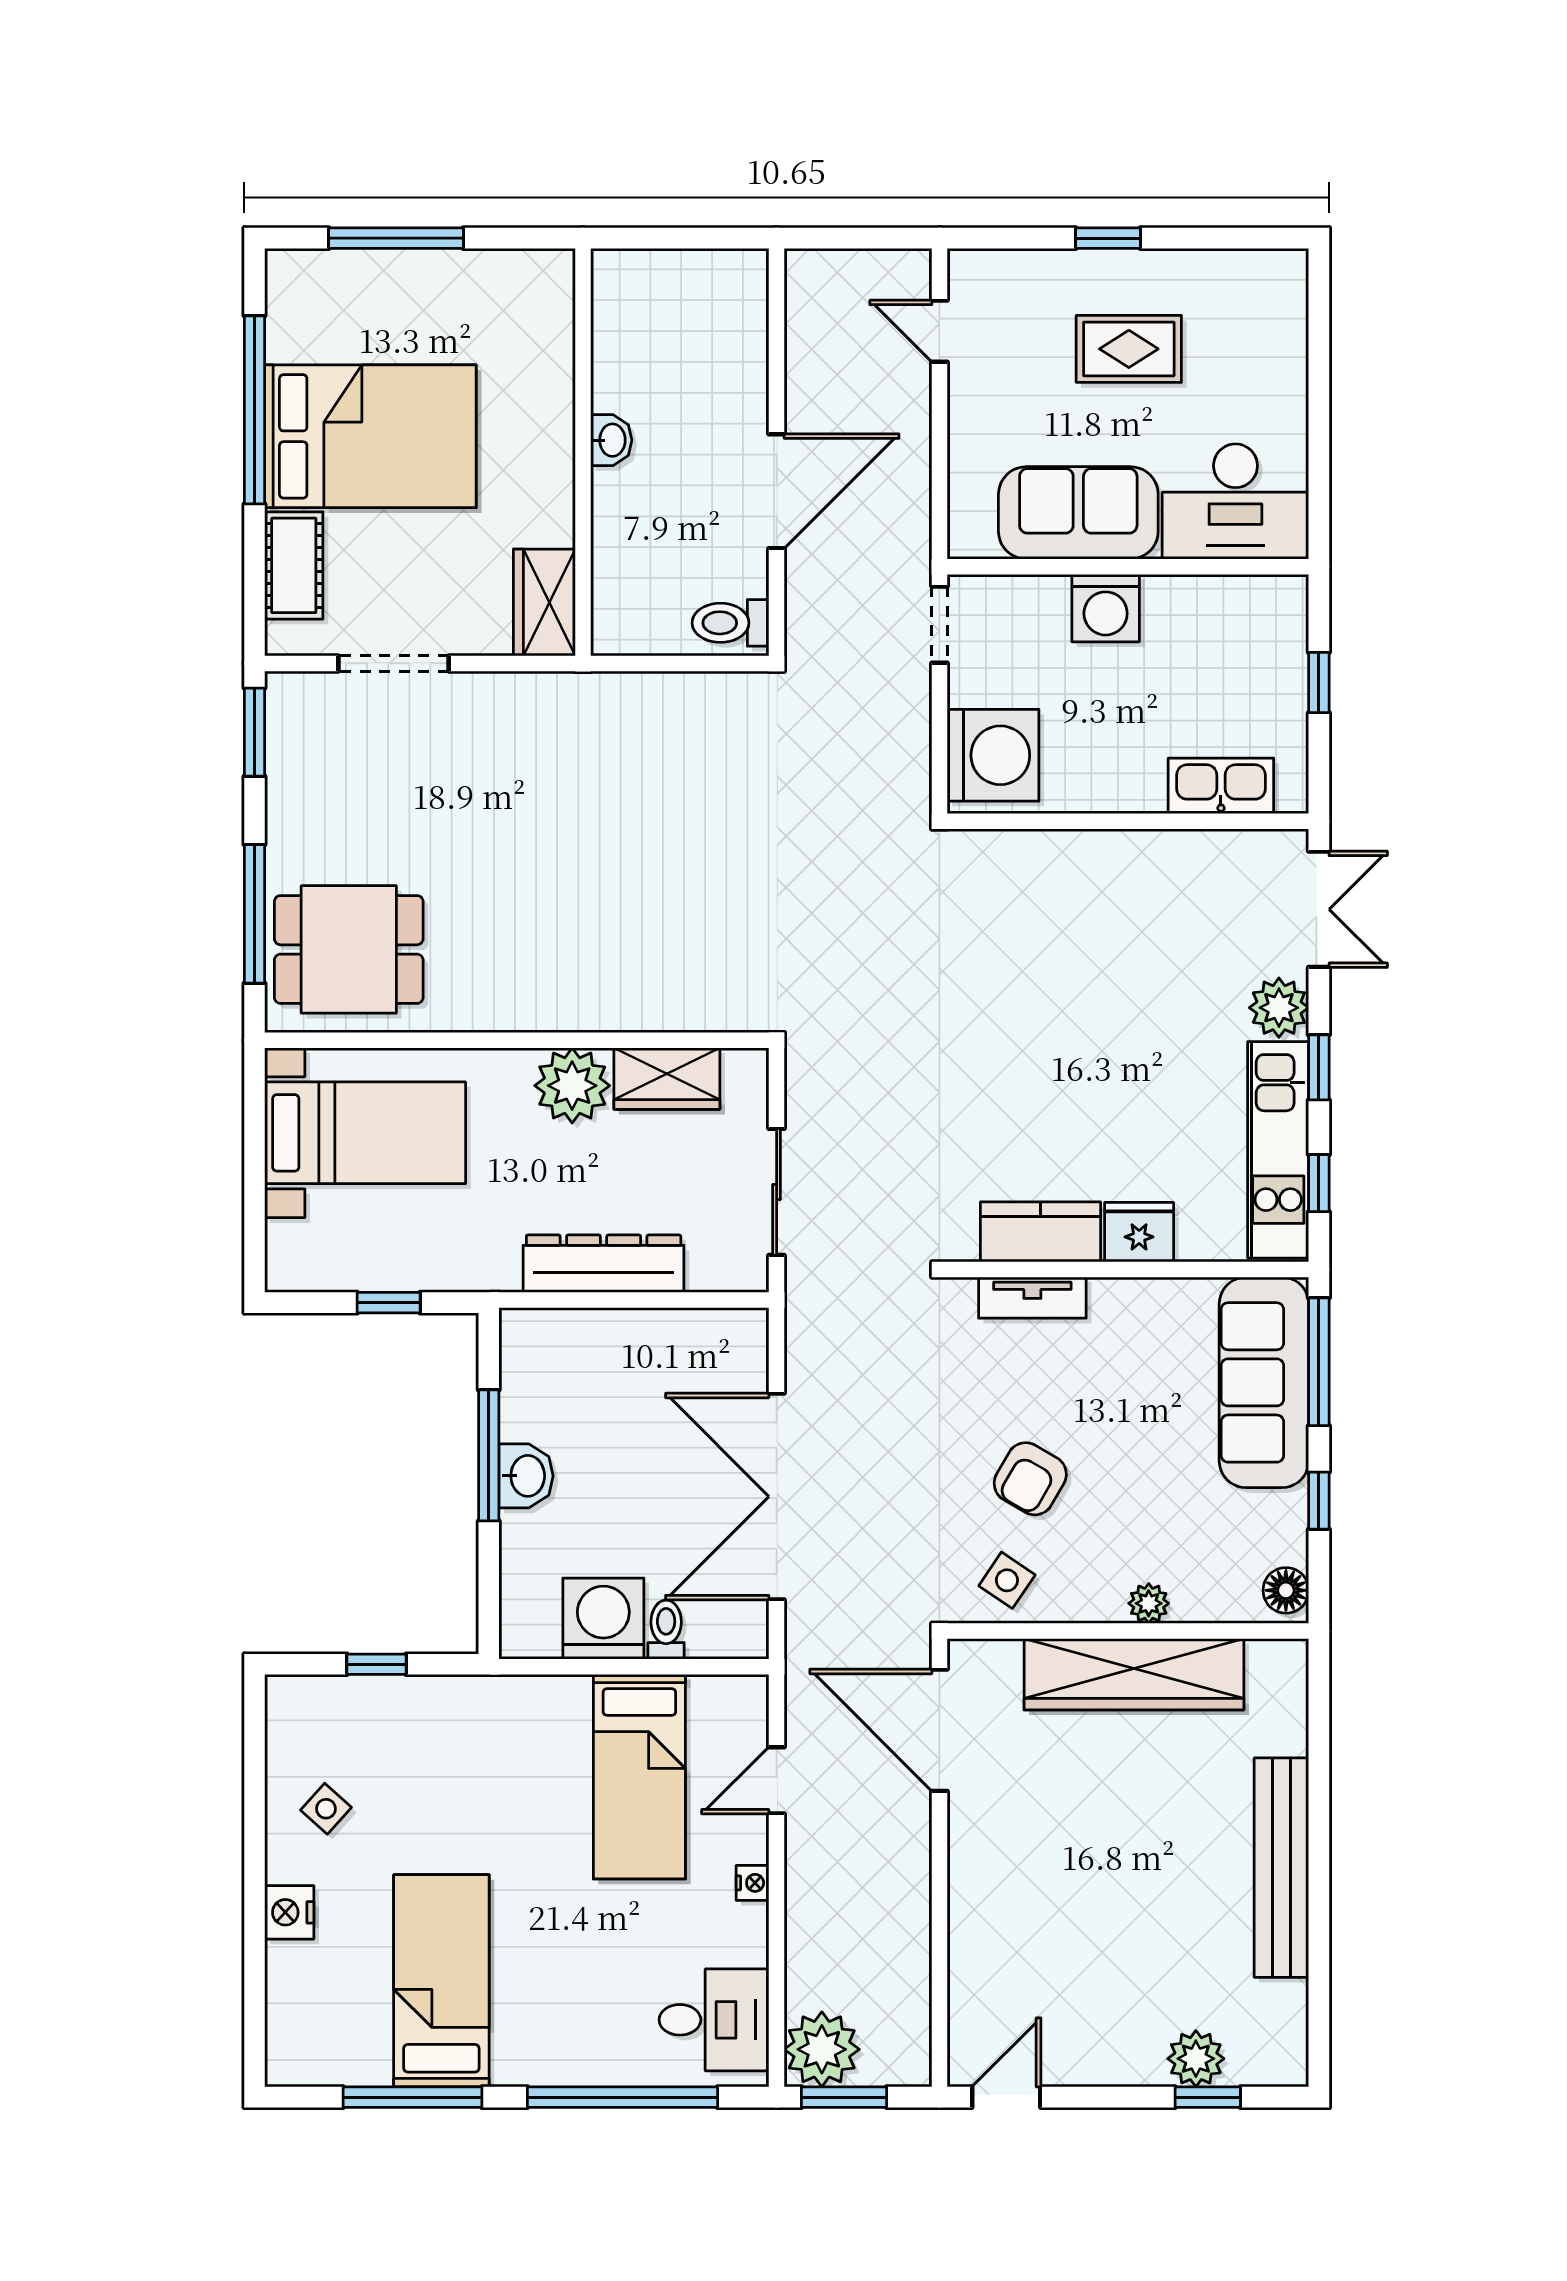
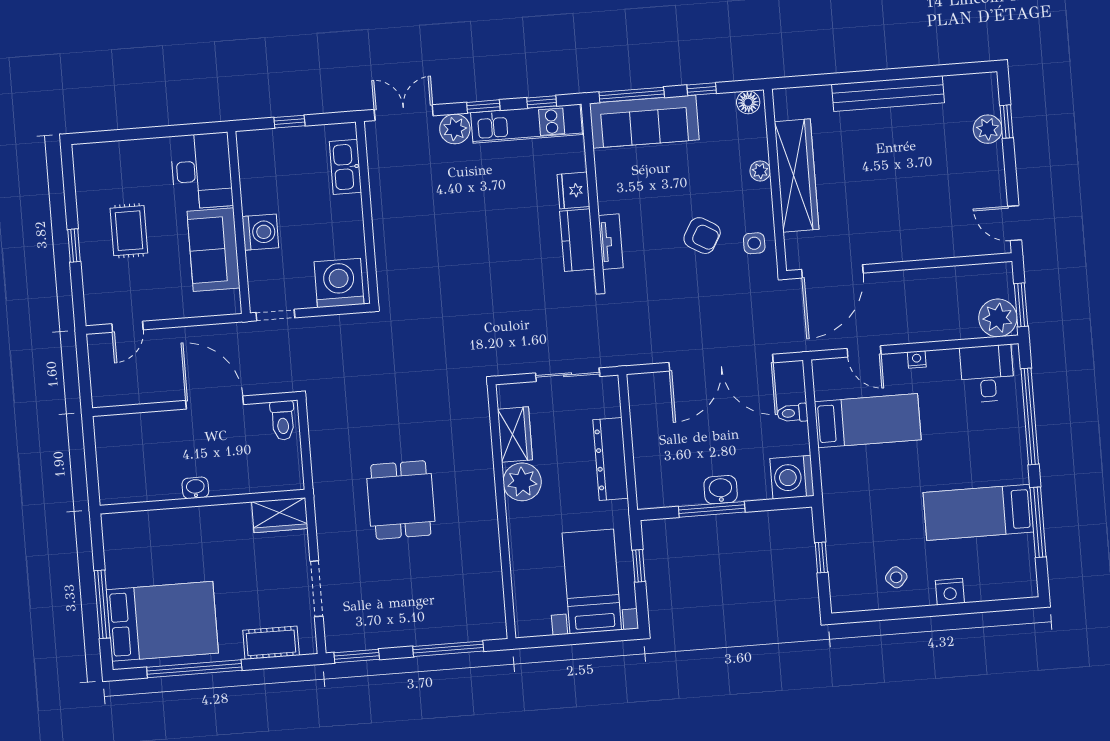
bed: (370, 436) -> (162, 621), moved, turned 90
dining table: (349, 949) -> (401, 500), moved
bed with nightstands: (365, 1133) -> (592, 581), moved
side table: (1007, 1580) -> (754, 243), turned -34
washing machine: (603, 1619) -> (792, 477), moved

